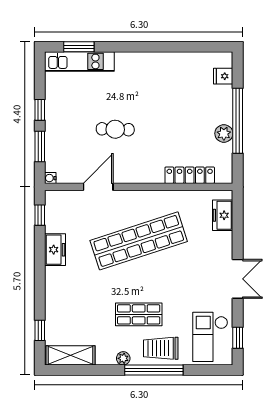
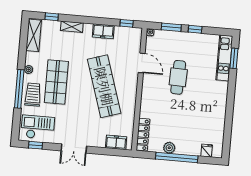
cafe table: (115, 129) -> (178, 77), width x1.37, depth x1.35
locker: (190, 175) -> (143, 135), moved
shelving: (52, 298) -> (72, 27), added
shop shelf: (139, 314) -> (56, 82), width x1.43, depth x1.36

